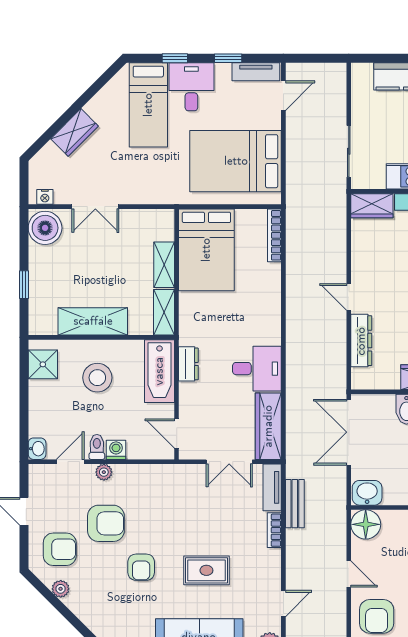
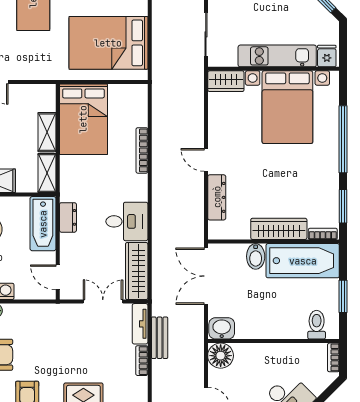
bookcase: (274, 235) -> (142, 150), moved
double door: (229, 462) -> (103, 302), swing flipped

